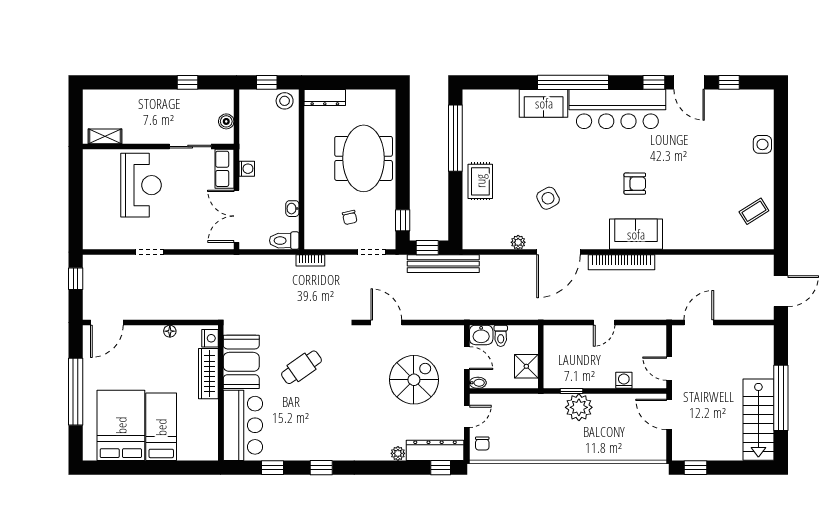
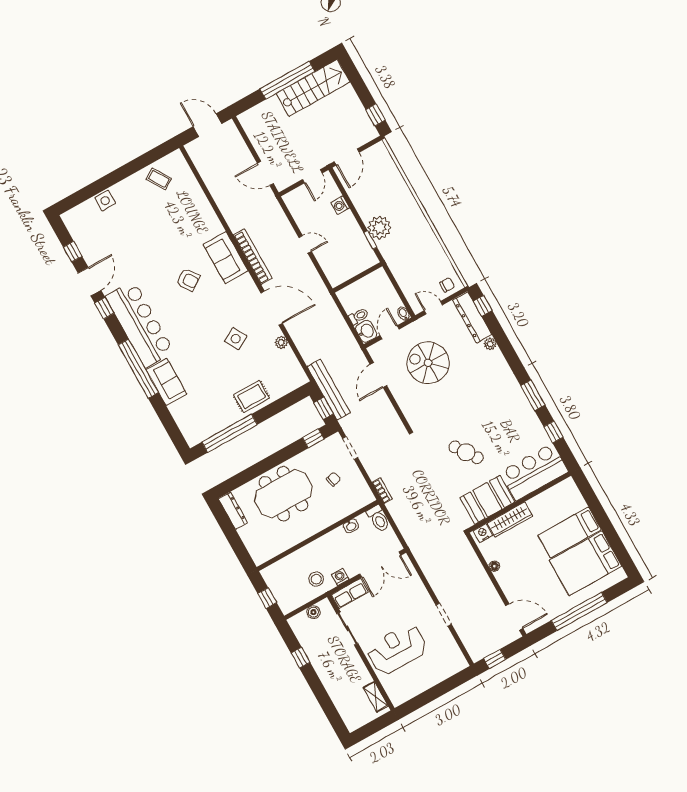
dresser: (325, 97) -> (233, 511), moved
stool: (285, 101) -> (316, 579), moved
armchair: (635, 184) -> (188, 280), turned 145
door: (386, 322) -> (378, 375), moved
shower: (526, 366) -> (371, 284), removed
window: (321, 468) -> (533, 395), width x1.50

